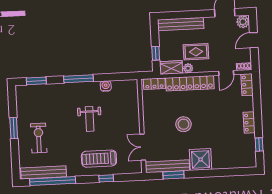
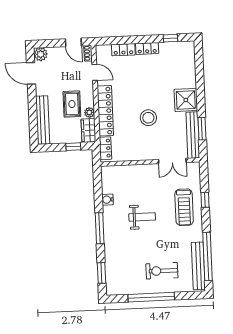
door: (254, 40) -> (73, 42), moved
locker: (247, 85) -> (123, 50), moved
window: (14, 128) -> (151, 297), width x2.11

